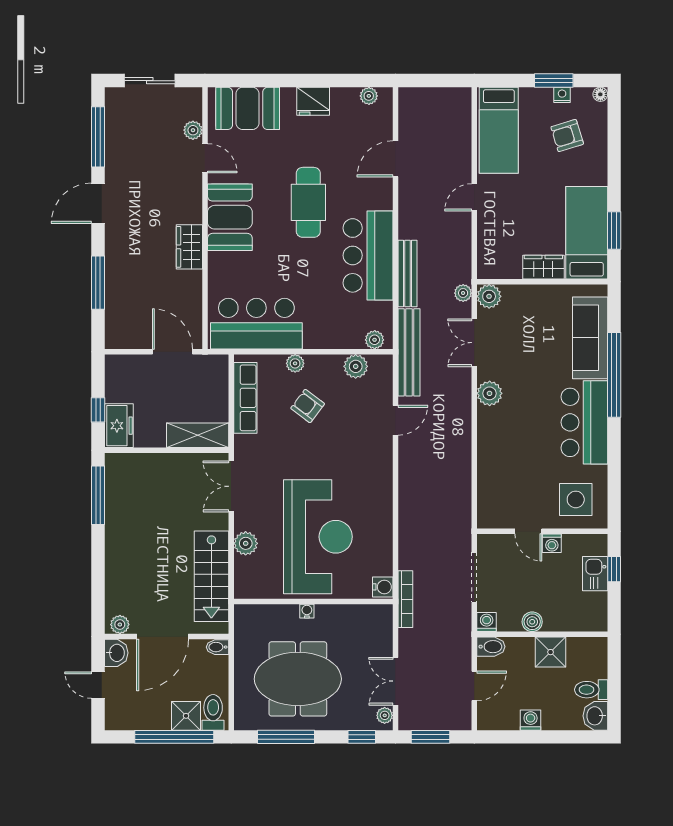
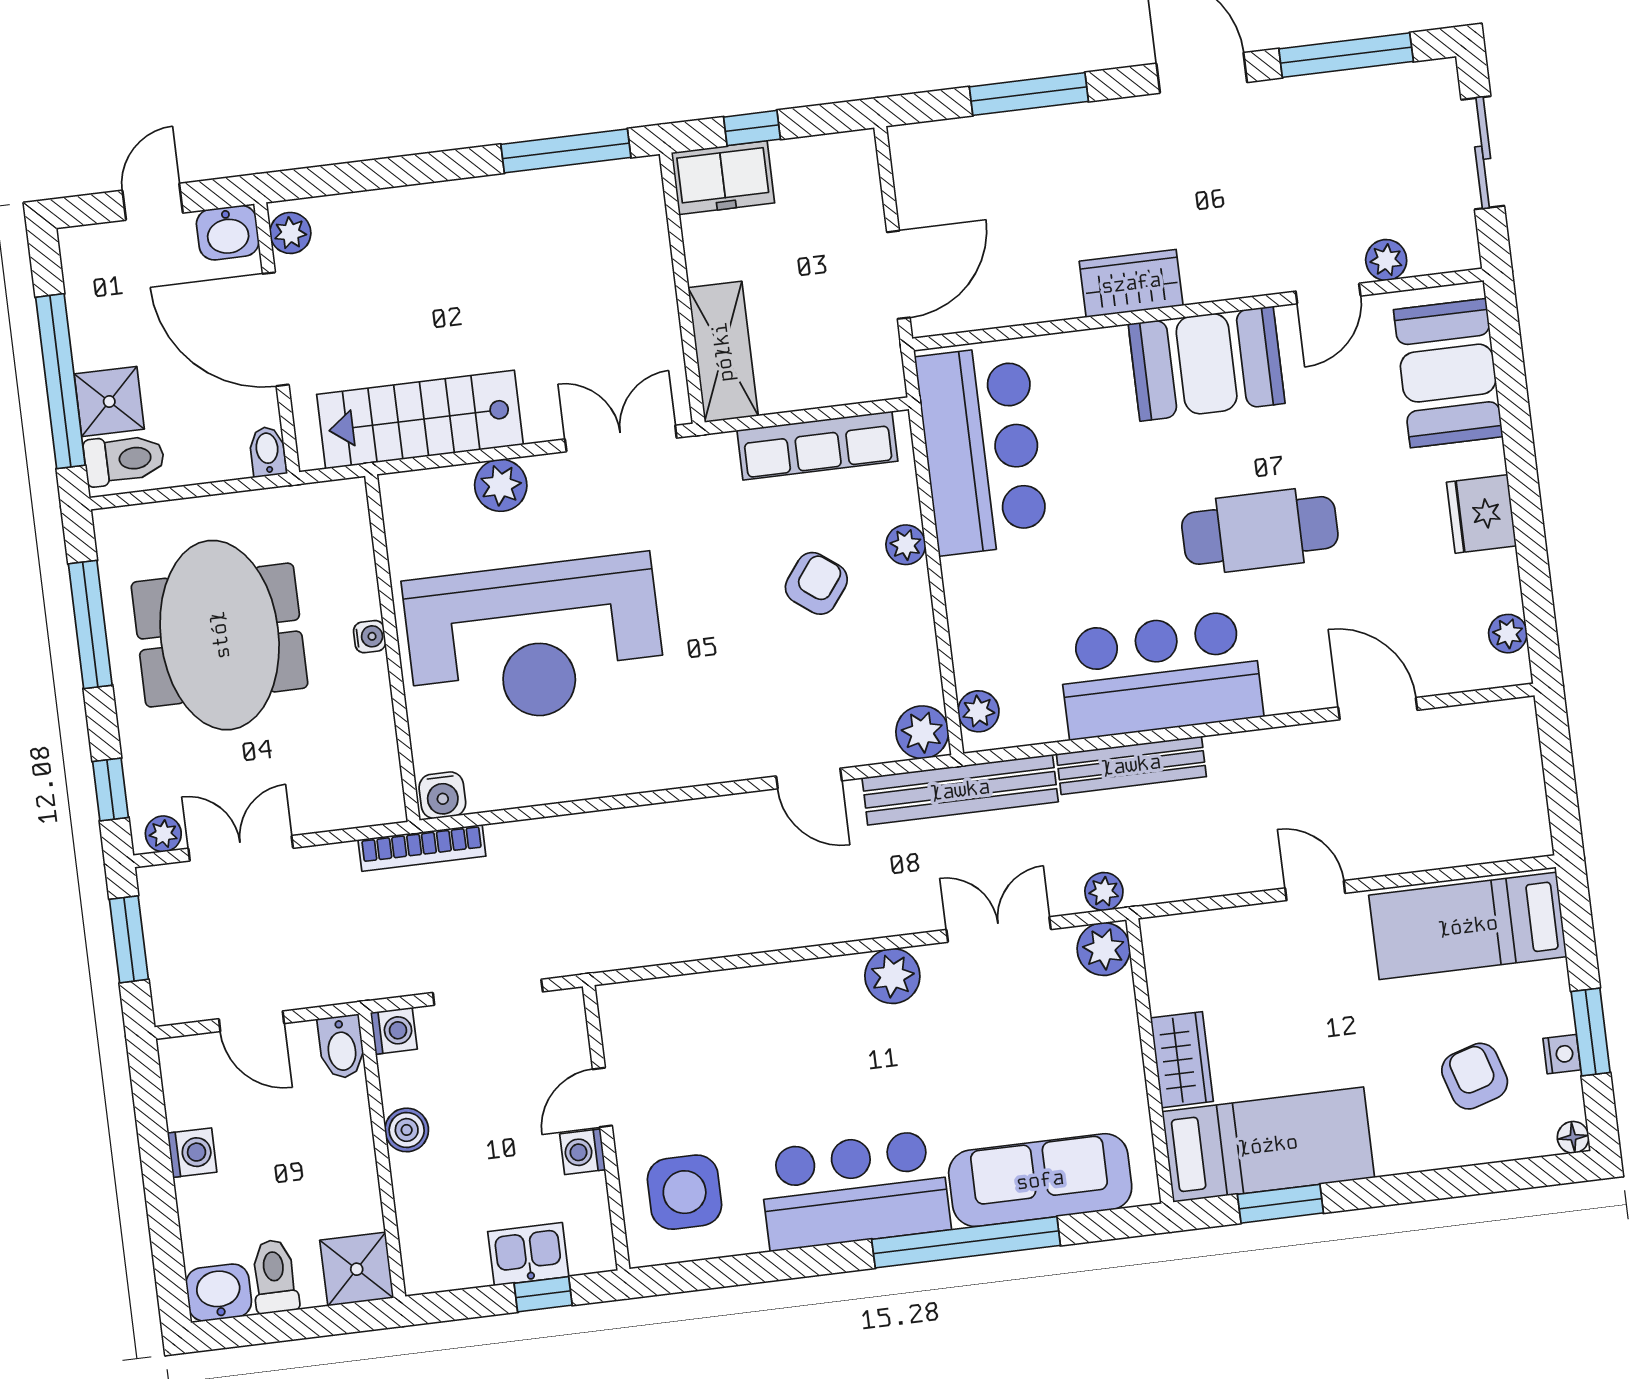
plant: (356, 366) -> (922, 732), moved
shower: (551, 652) -> (357, 1269), moved

